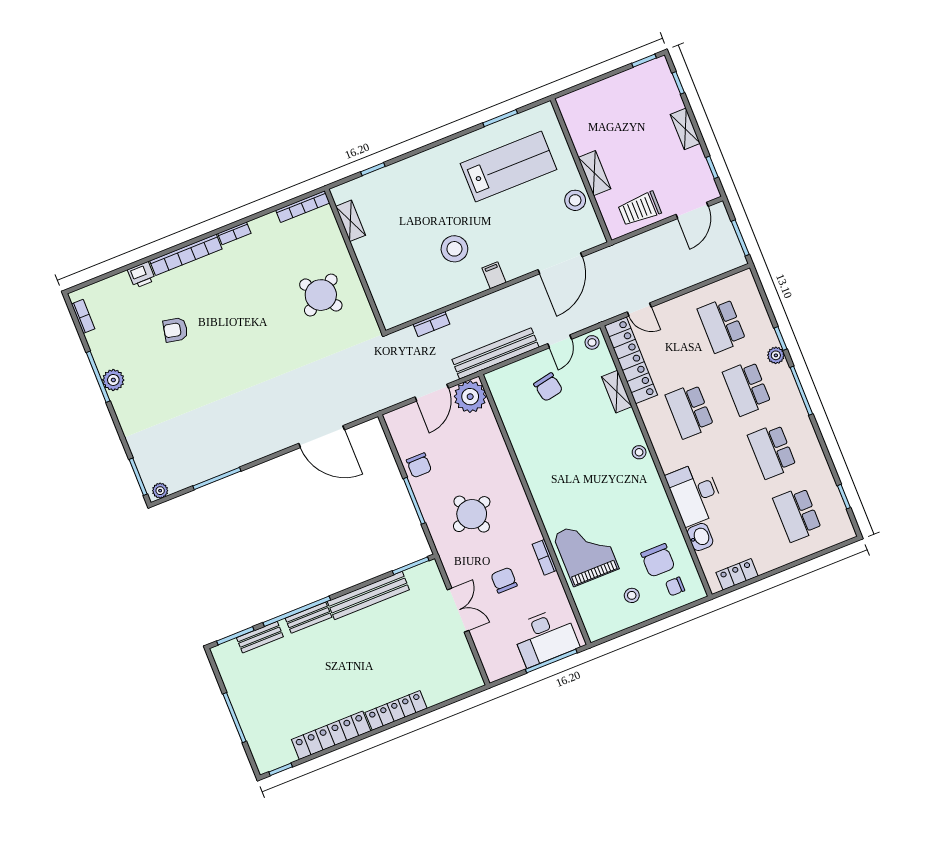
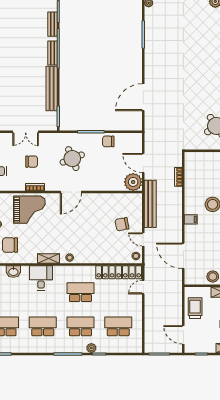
shelving: (617, 392) -> (48, 259), moved
door: (529, 494) -> (71, 192), added
desk: (695, 494) -> (41, 278), width x0.73

